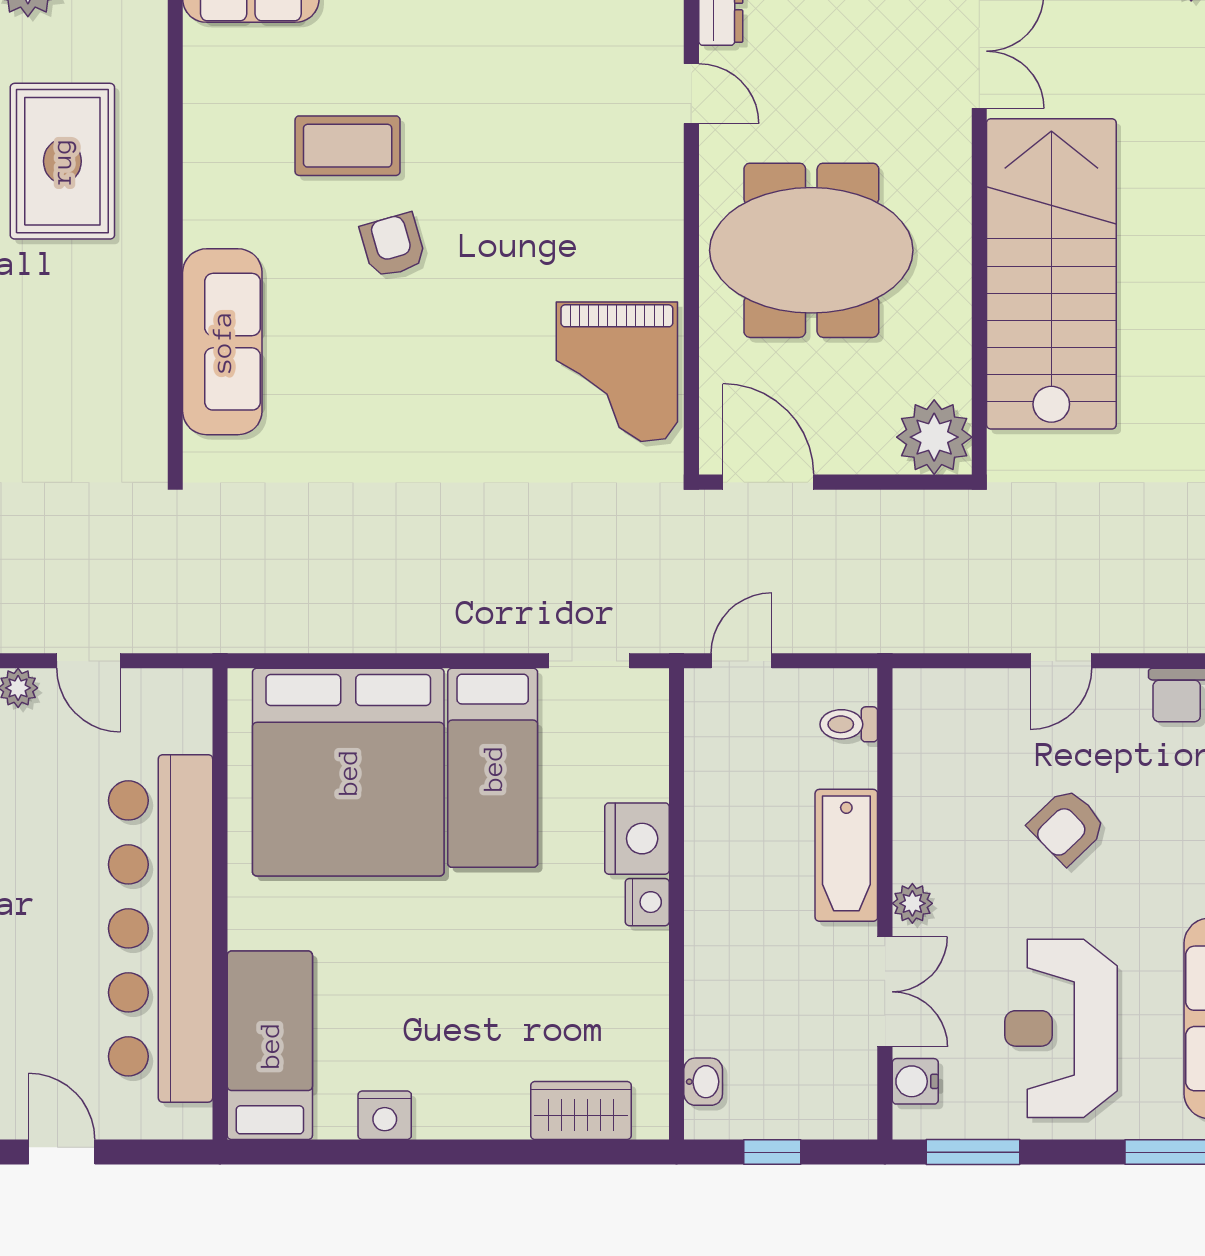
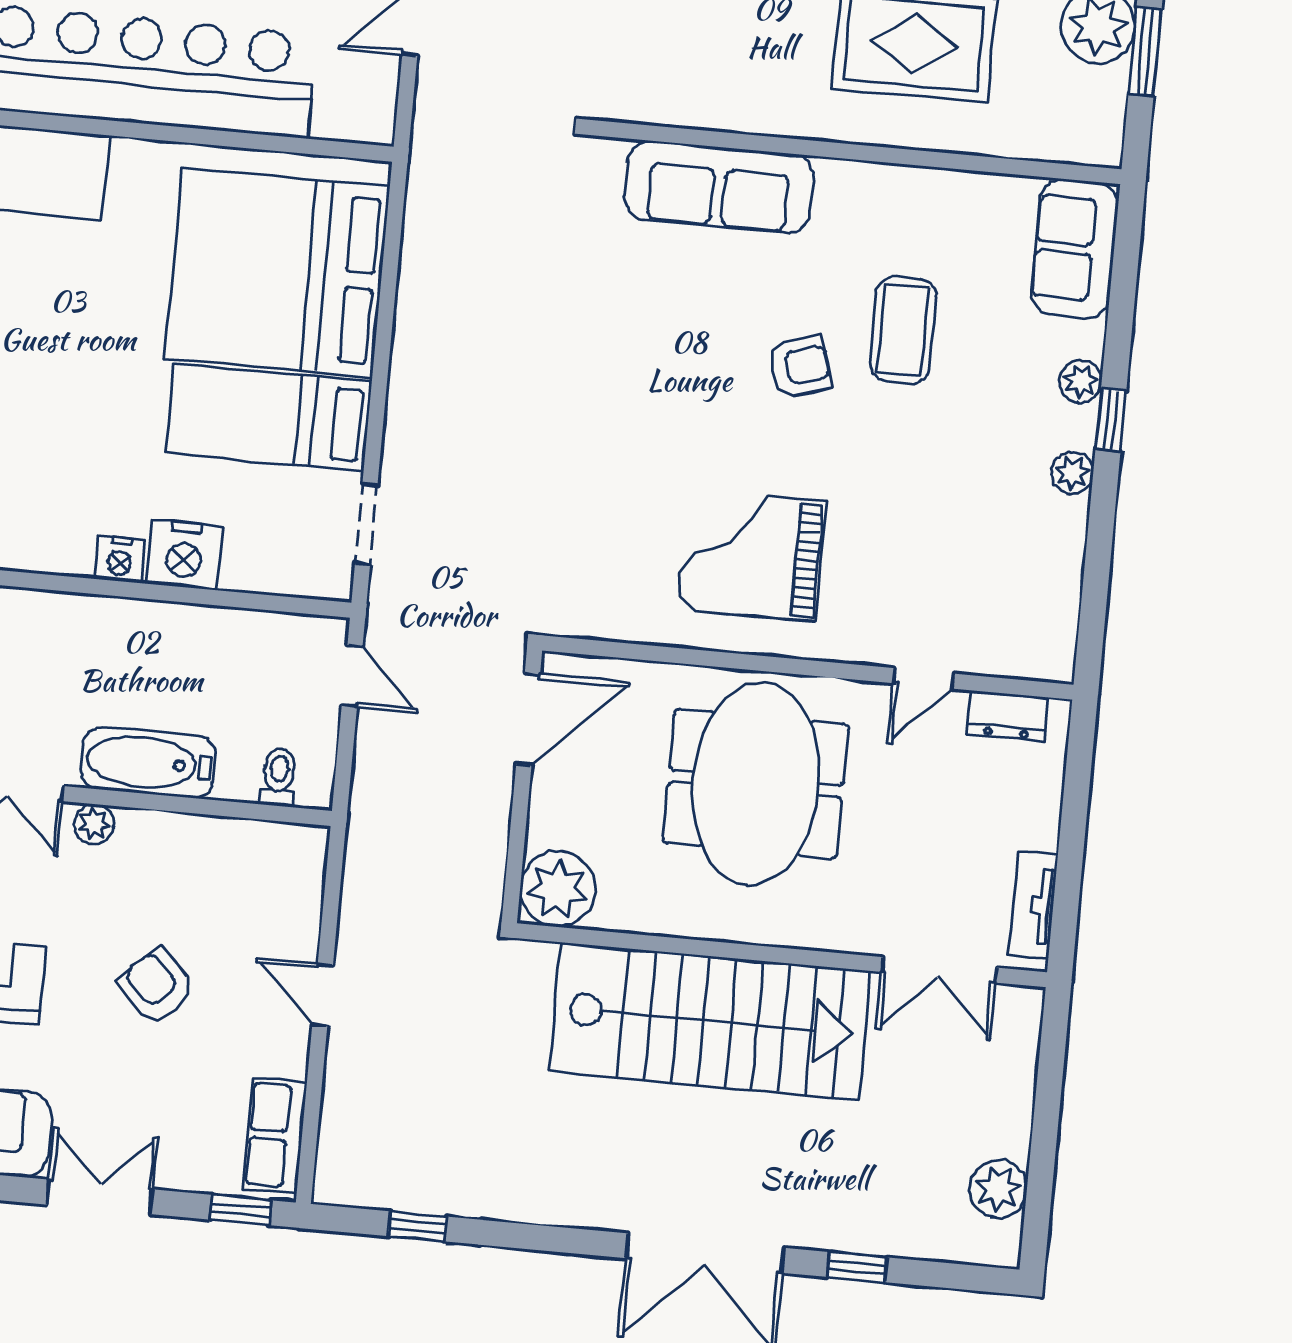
grand piano: (617, 372) -> (751, 555), moved

